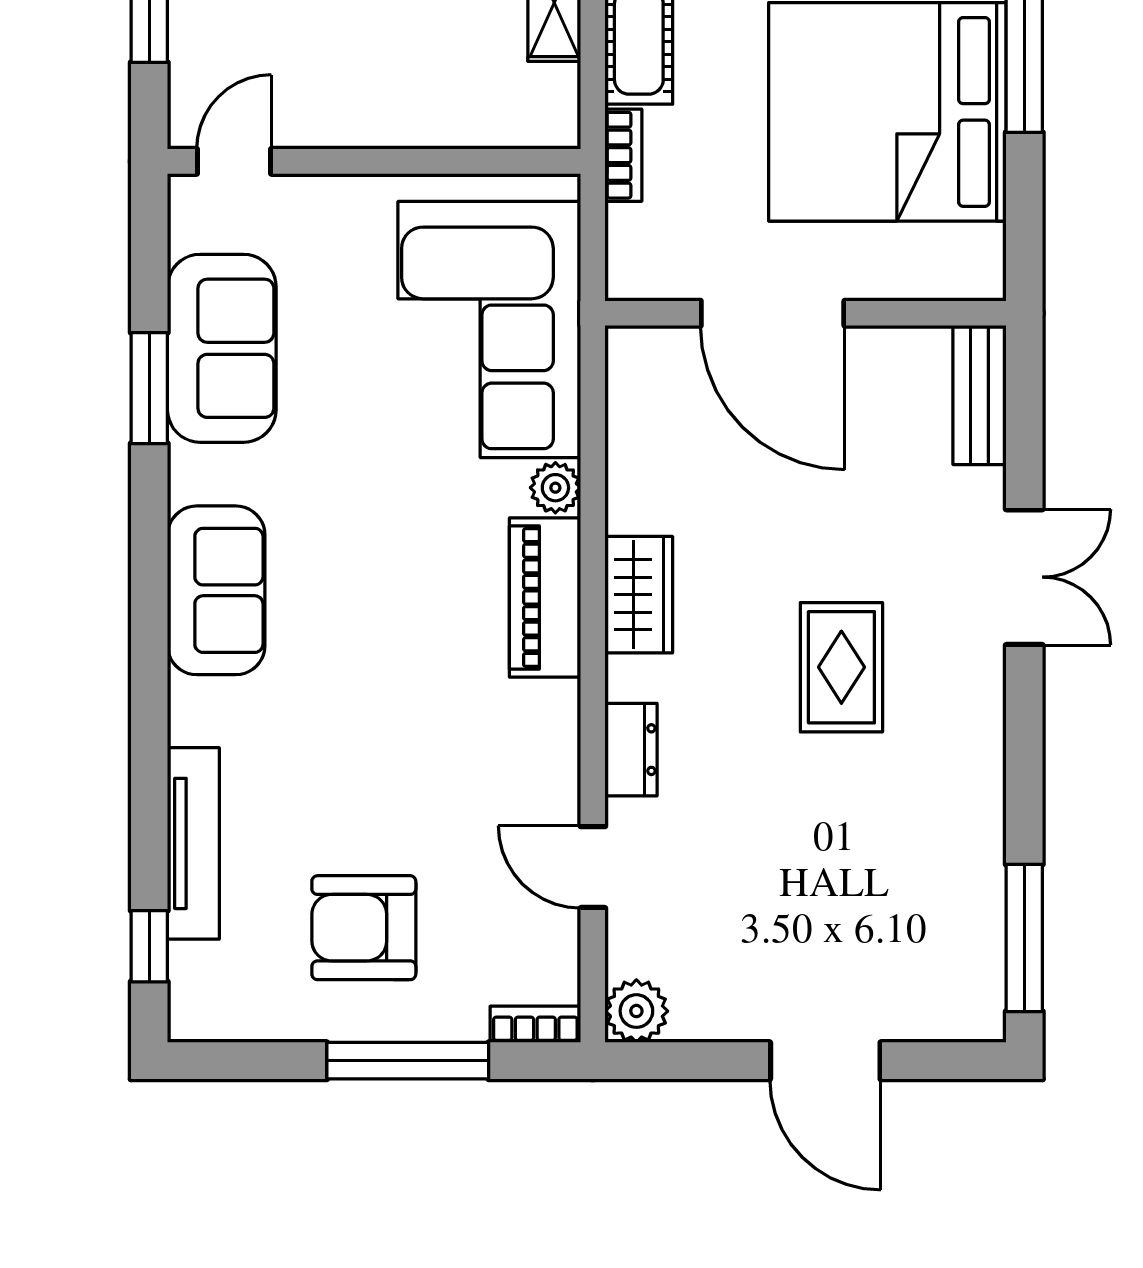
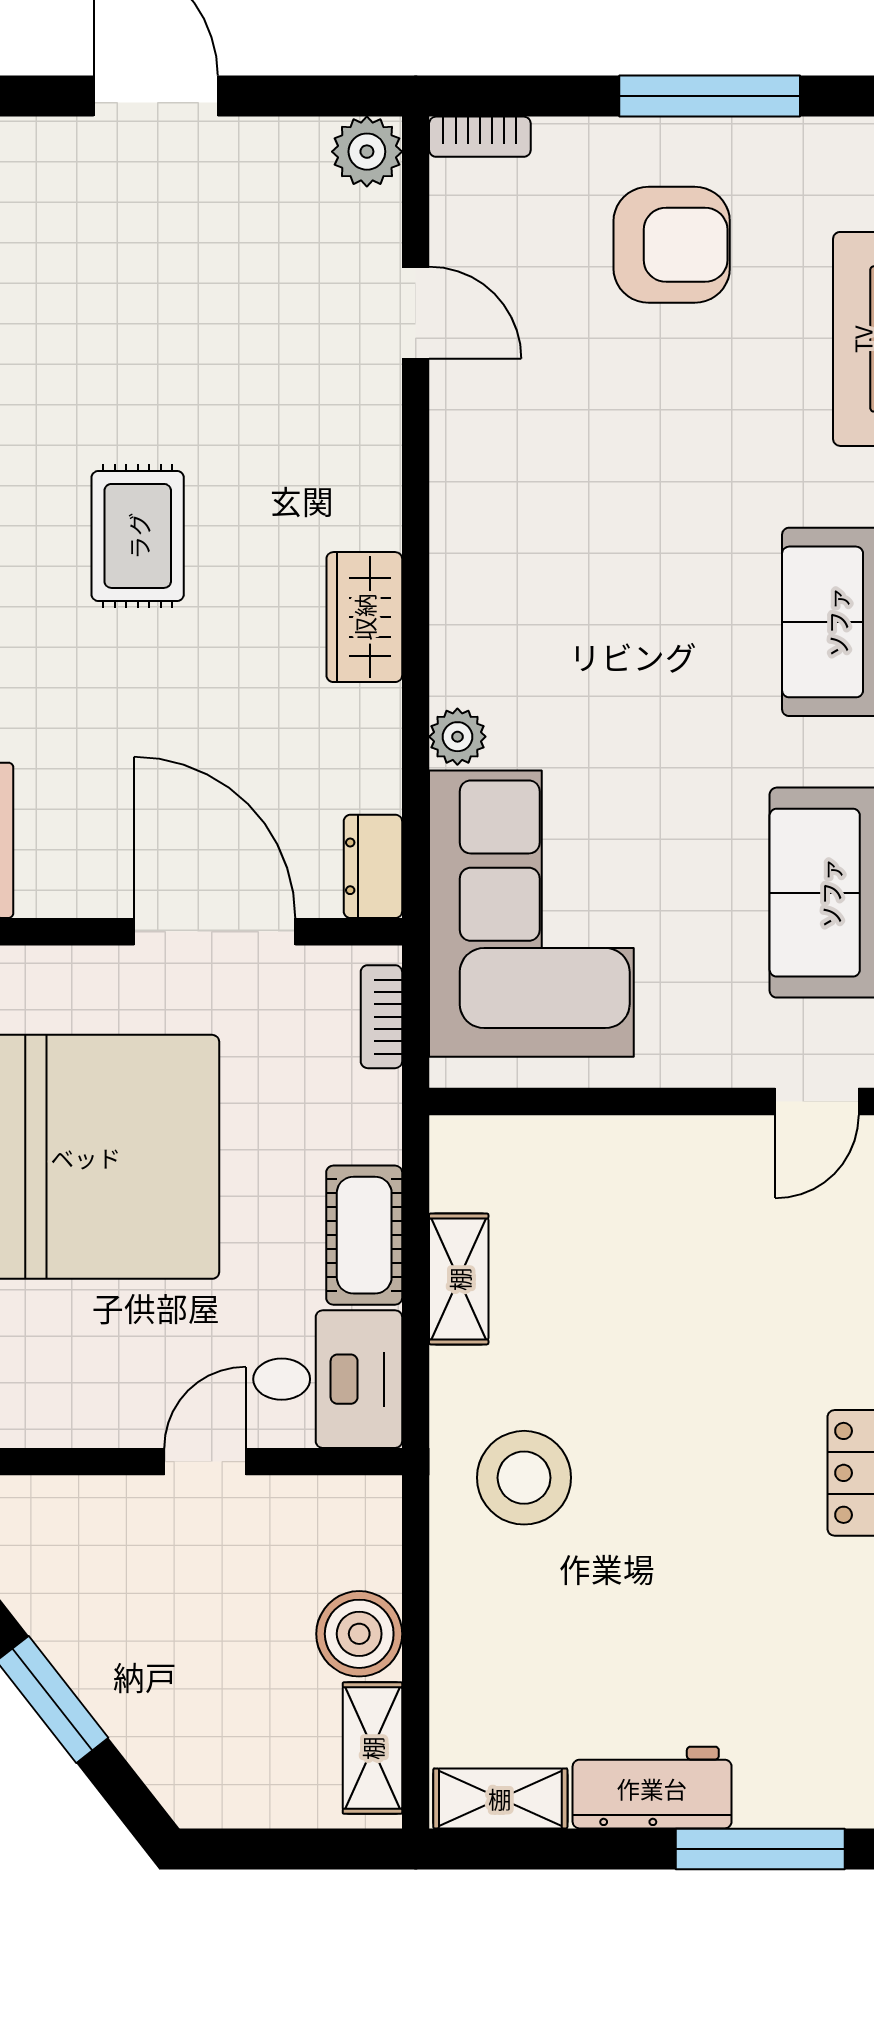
bookcase: (623, 155) -> (381, 1017), moved
piano: (545, 598) -> (469, 614), removed
dresser: (631, 750) -> (373, 866), moved
window: (408, 1061) -> (710, 96), moved

